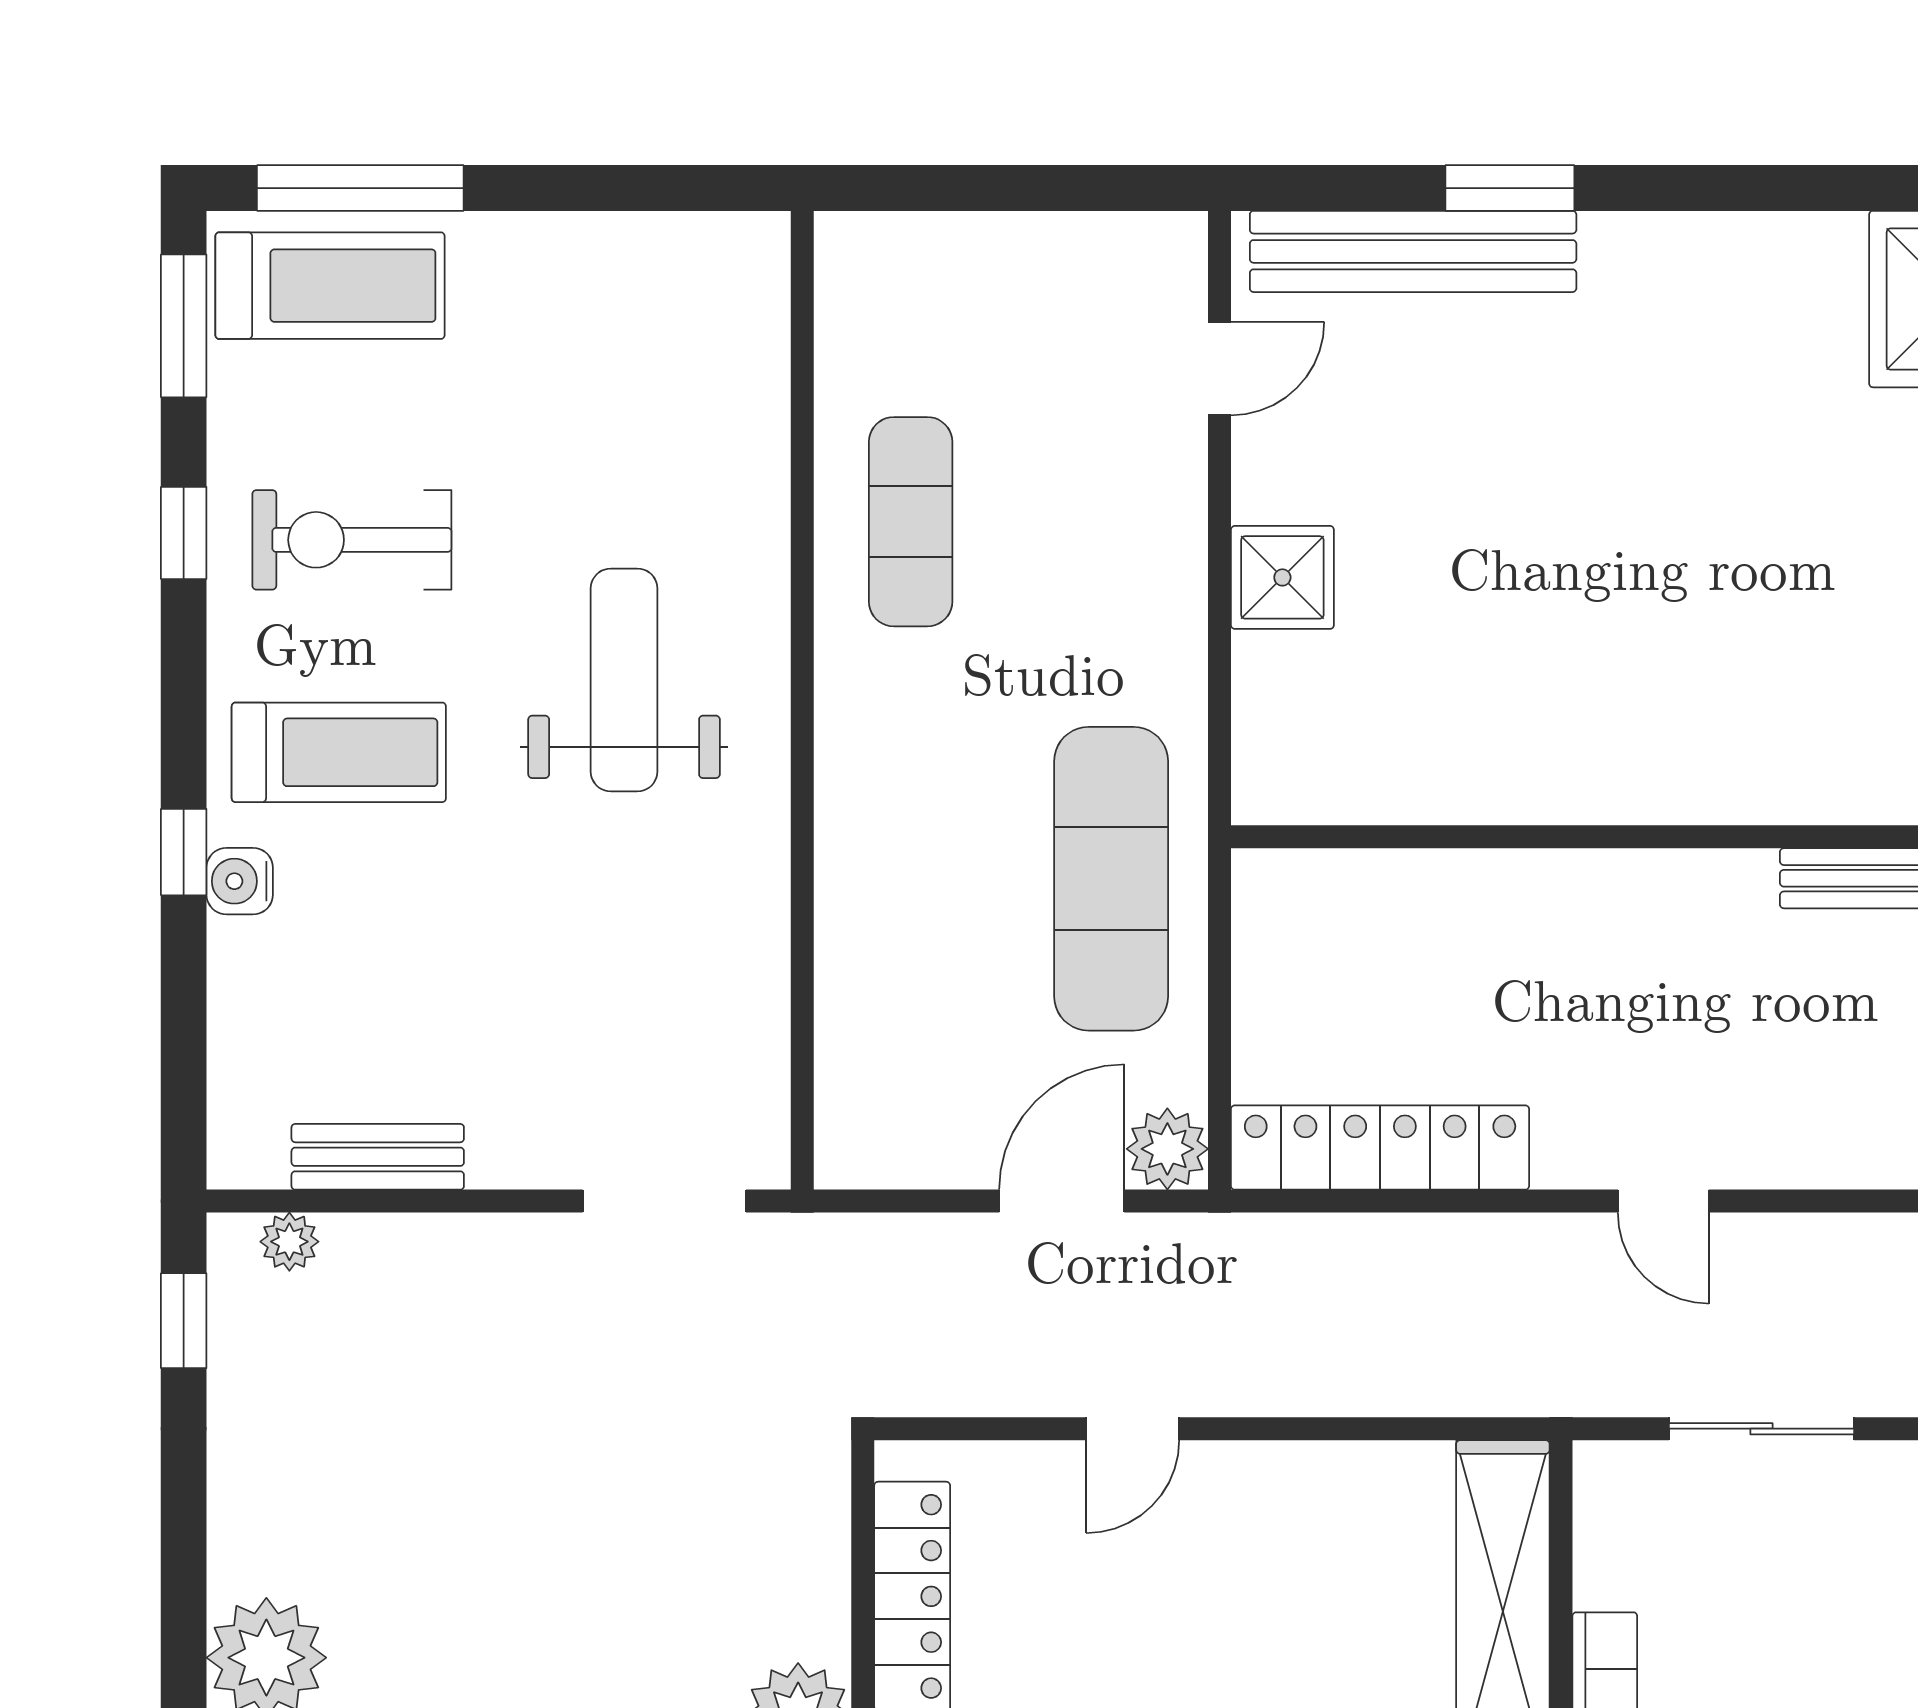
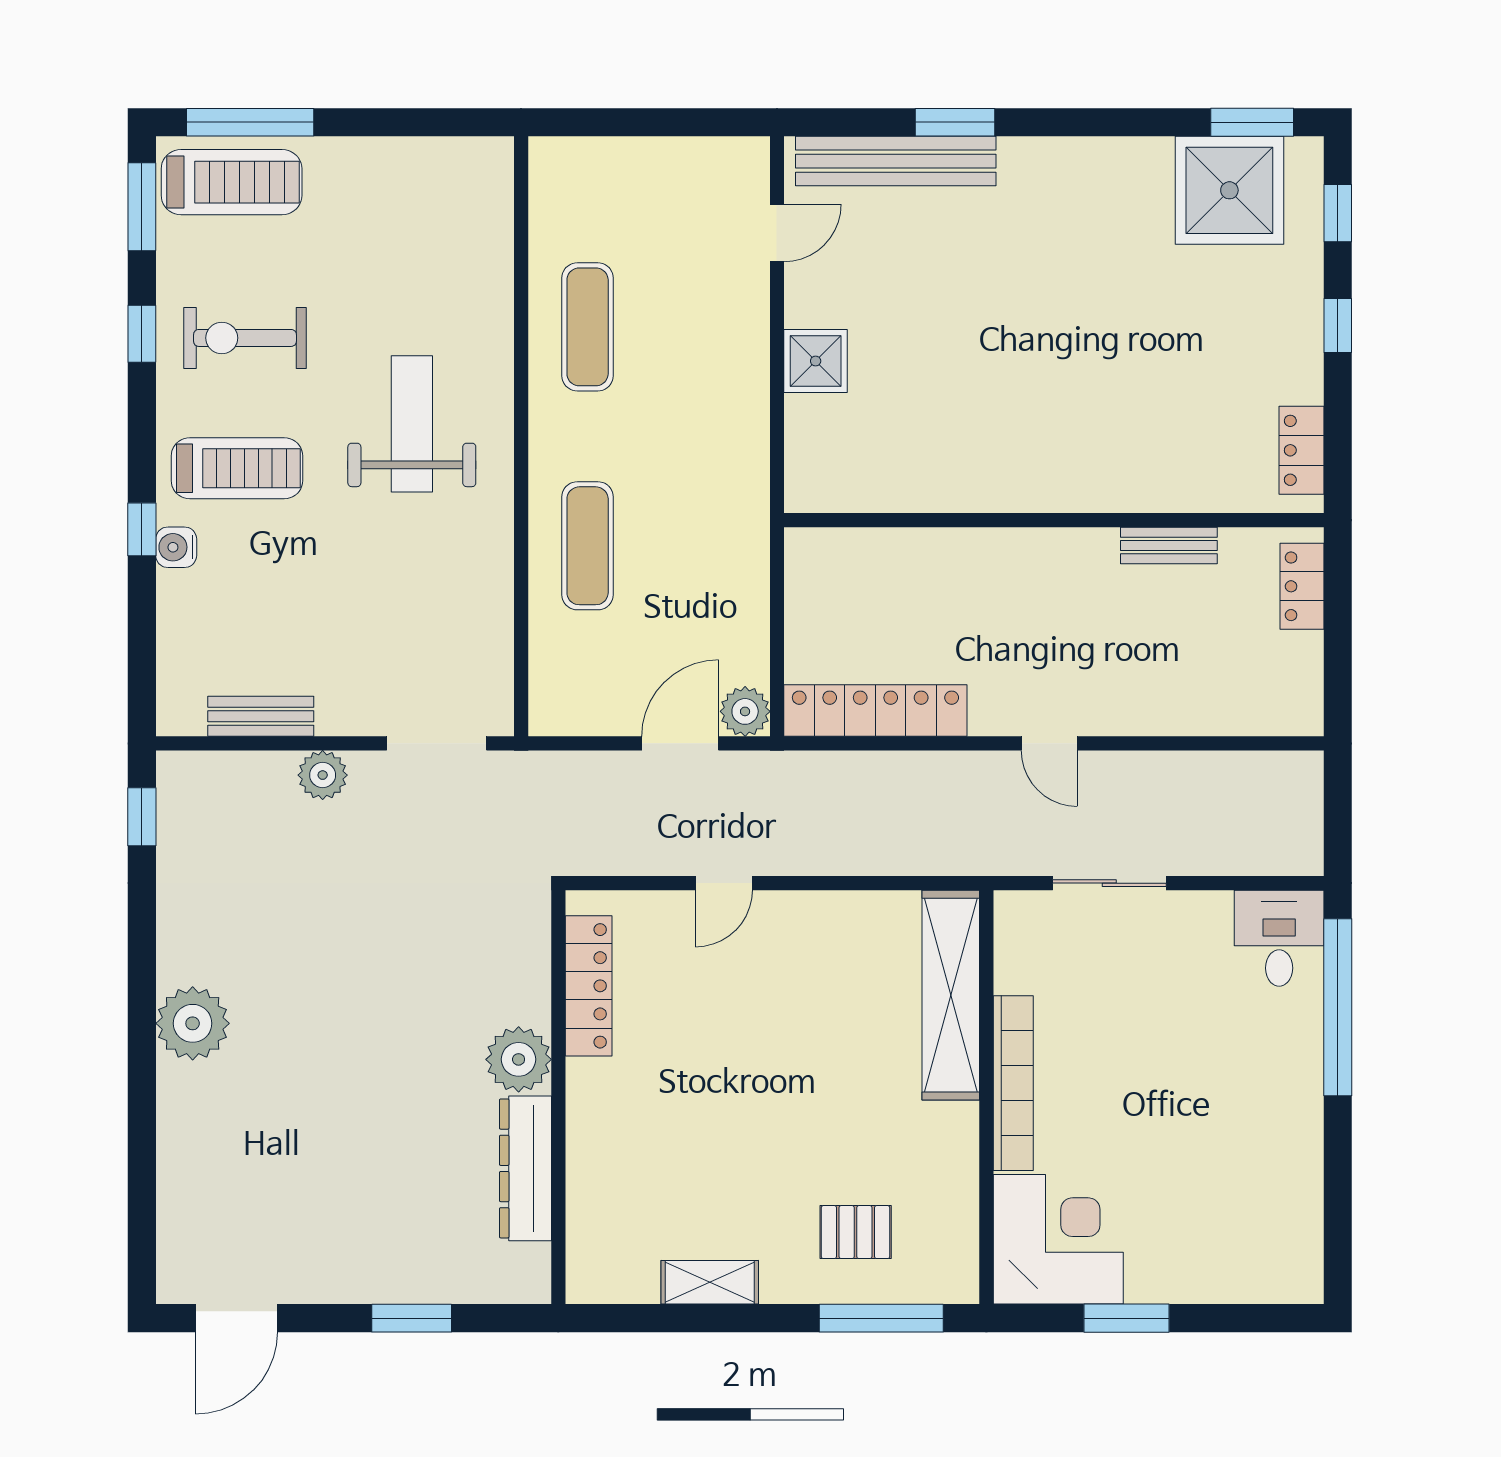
exercise mat: (1111, 879) -> (588, 546), moved, width x0.73, depth x0.69
plant: (289, 1242) -> (323, 775), moved, width x1.38, depth x1.38

